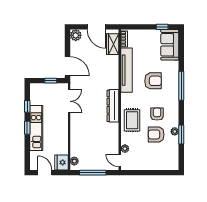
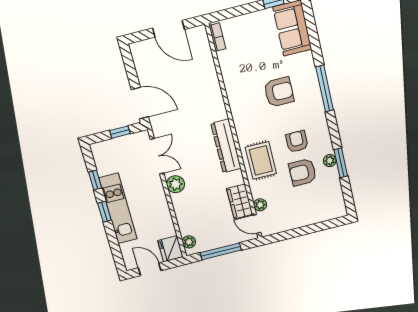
plant: (76, 35) -> (176, 184), moved
wardrobe: (113, 44) -> (240, 201), moved
tv unit: (126, 70) -> (234, 86), removed

